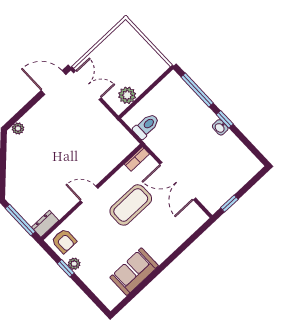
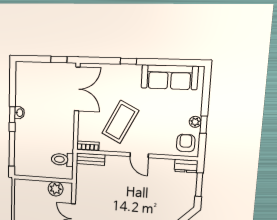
bench: (124, 151) -> (91, 159), added
double door: (178, 181) -> (77, 89), moved
coffee table: (131, 205) -> (120, 122), turned -63
window: (20, 220) -> (199, 185), width x0.69
window: (172, 257) -> (128, 61), added
sofa: (134, 272) -> (169, 77), width x1.36

